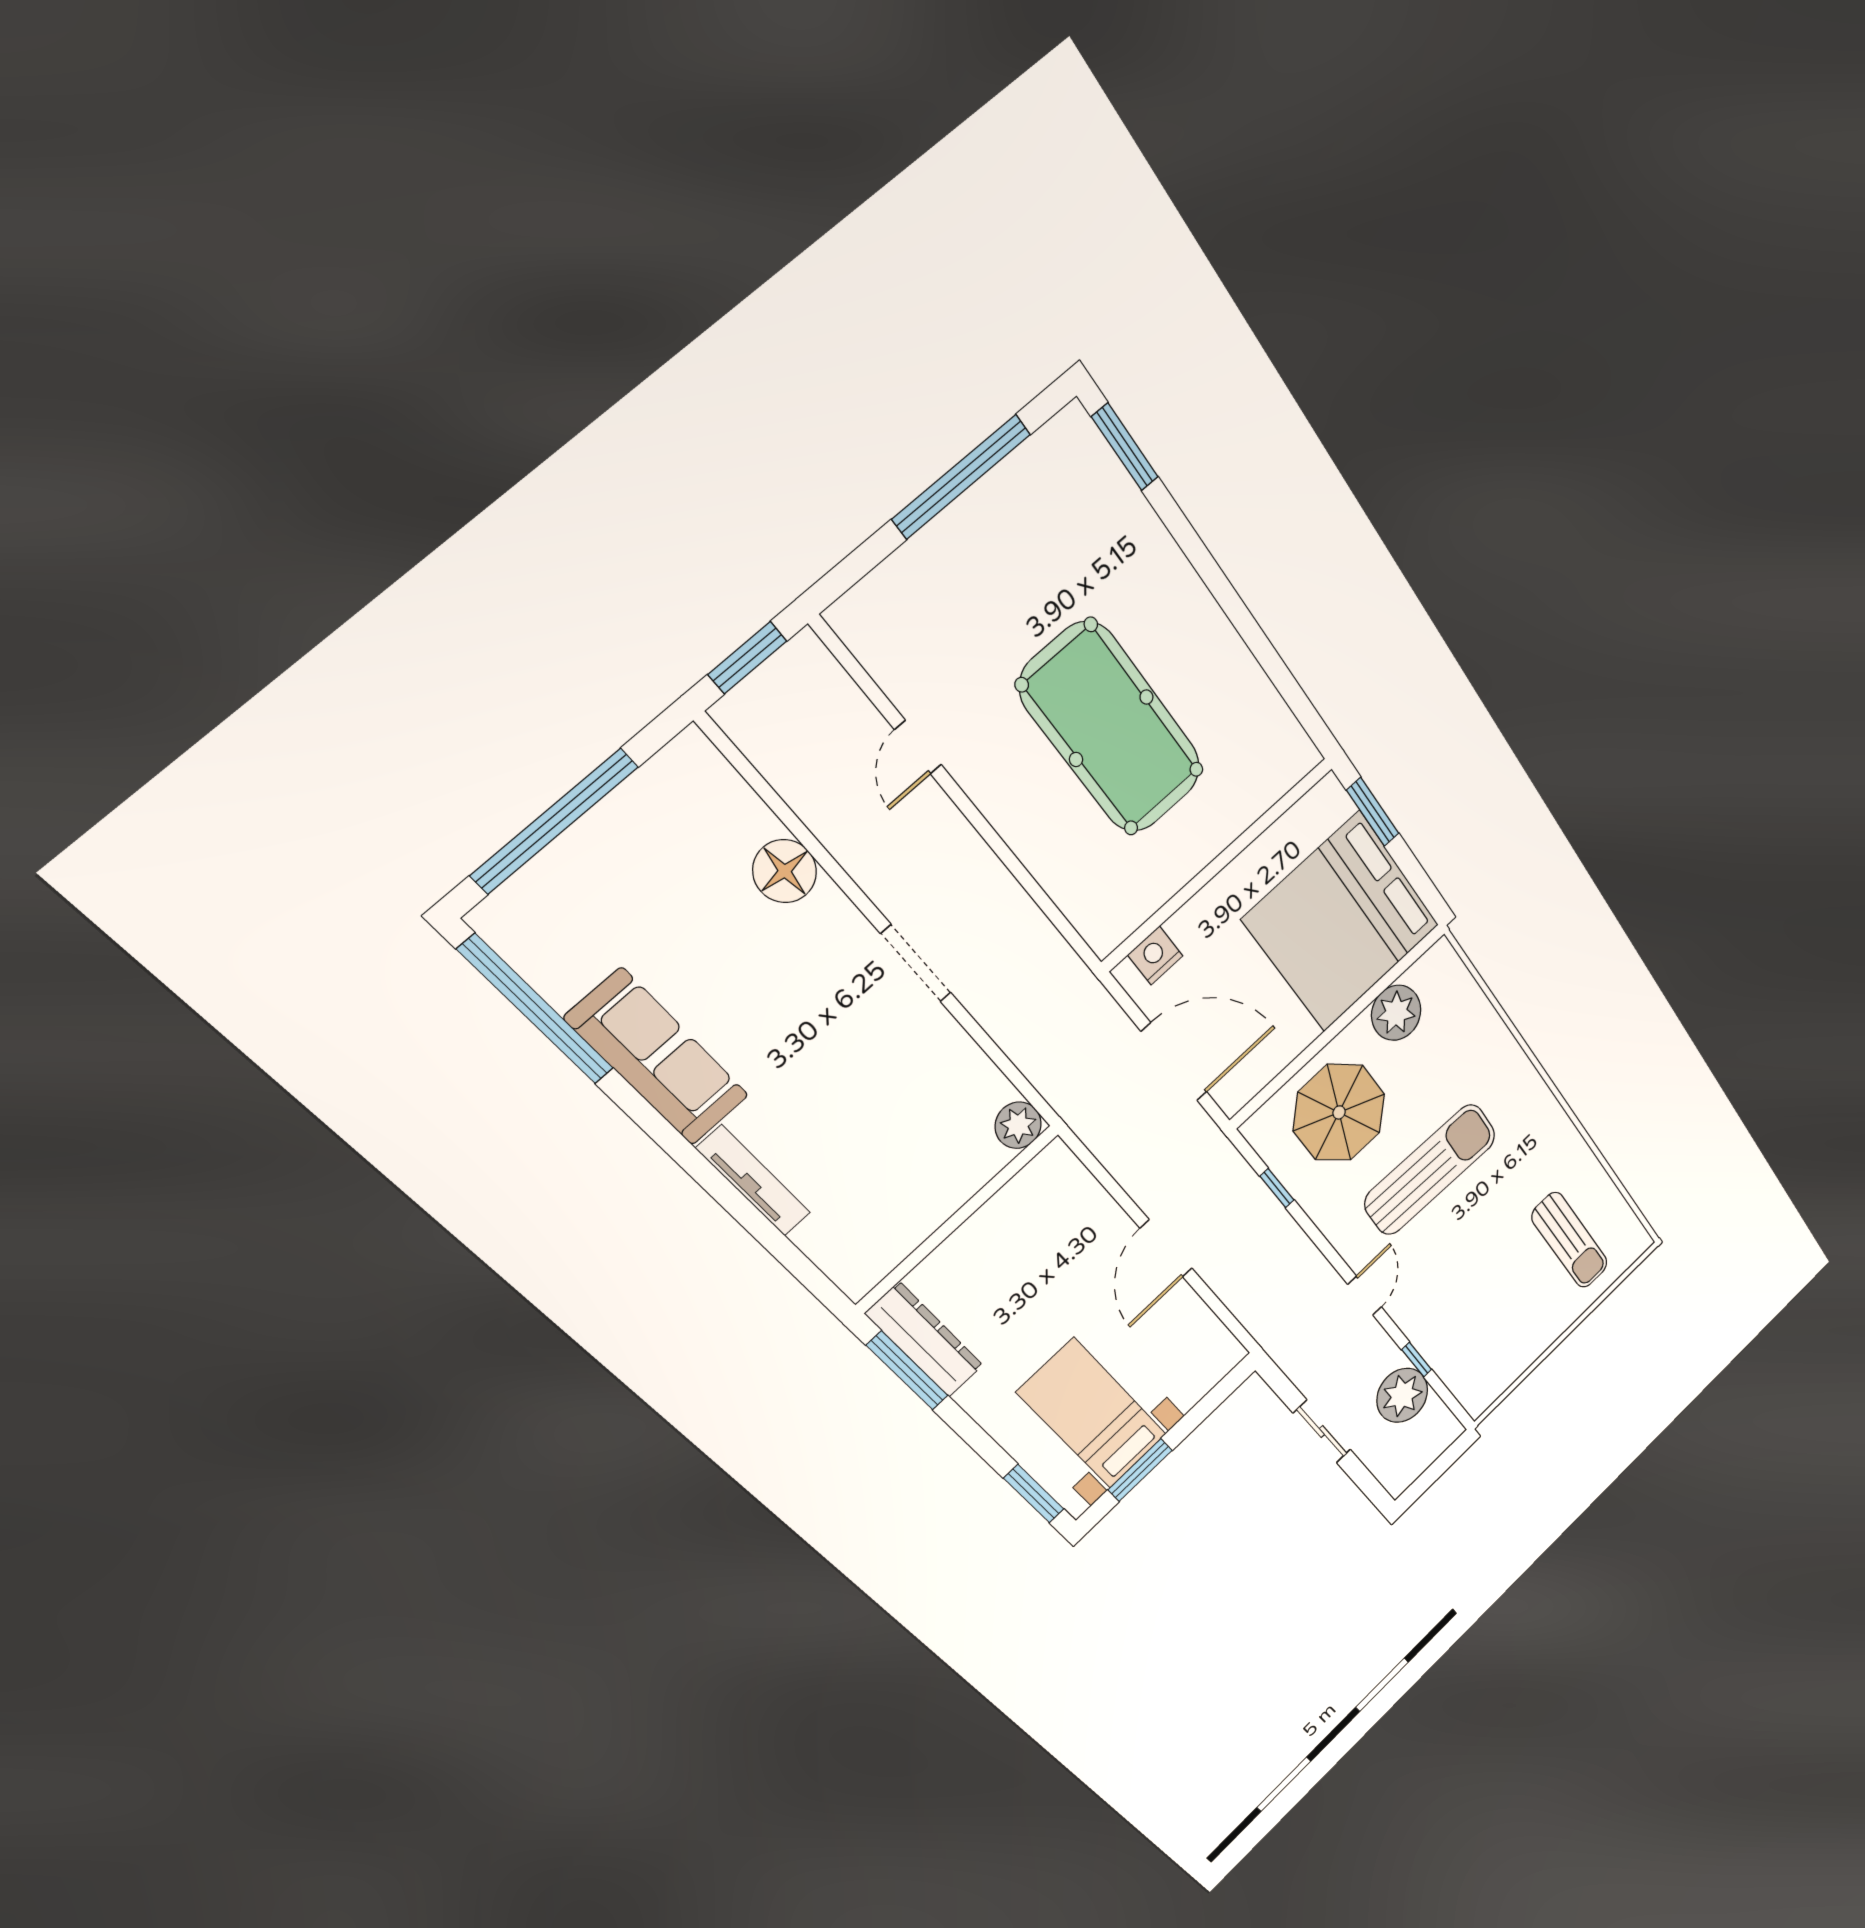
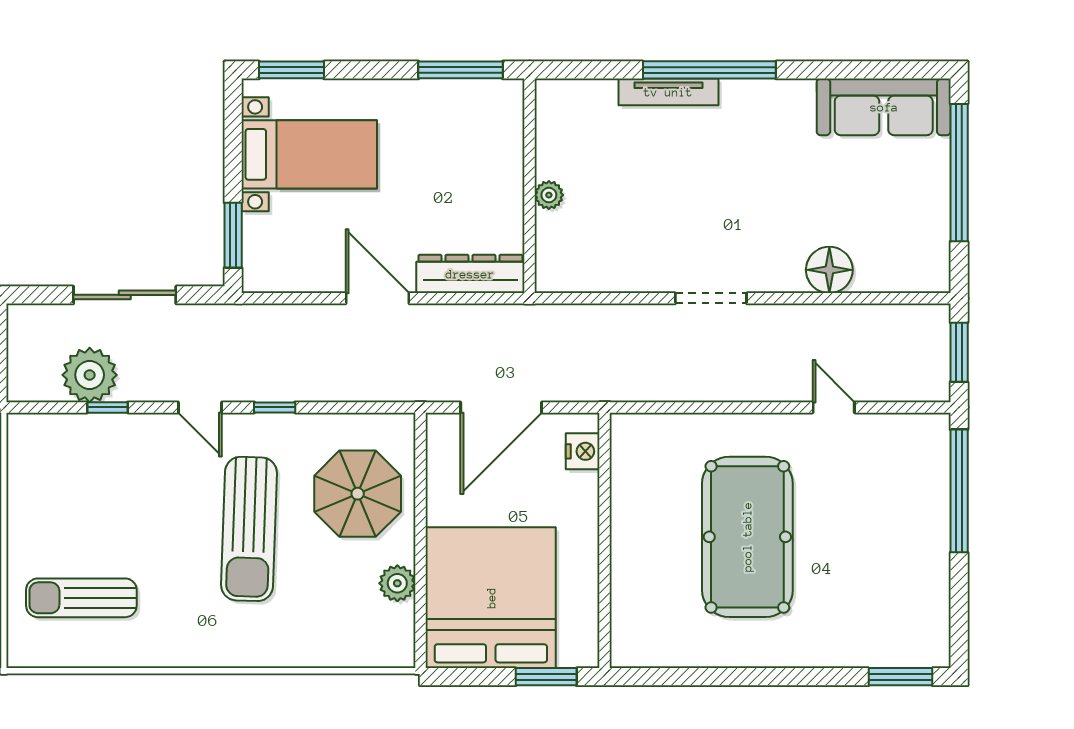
window: (961, 477) -> (959, 491), moved
pool table: (1111, 728) -> (747, 537), turned 90
window: (536, 1010) -> (709, 70), moved
plant: (1396, 1013) -> (397, 583), width x0.73, depth x0.73
sofa: (658, 1057) -> (884, 107), moved
plant: (1018, 1125) -> (549, 195), moved, width x0.73, depth x0.73
window: (1277, 1188) -> (275, 407), moved
dresser: (925, 1340) -> (470, 274), moved, turned 180
sliding door: (1322, 1432) -> (125, 295), width x1.37
window: (1140, 1470) -> (233, 235), moved

